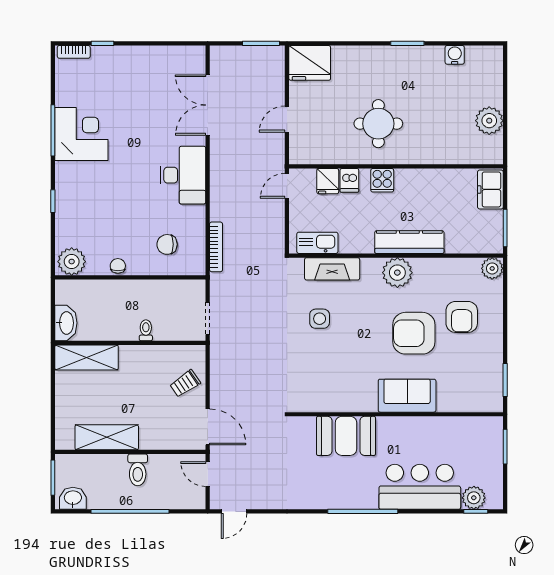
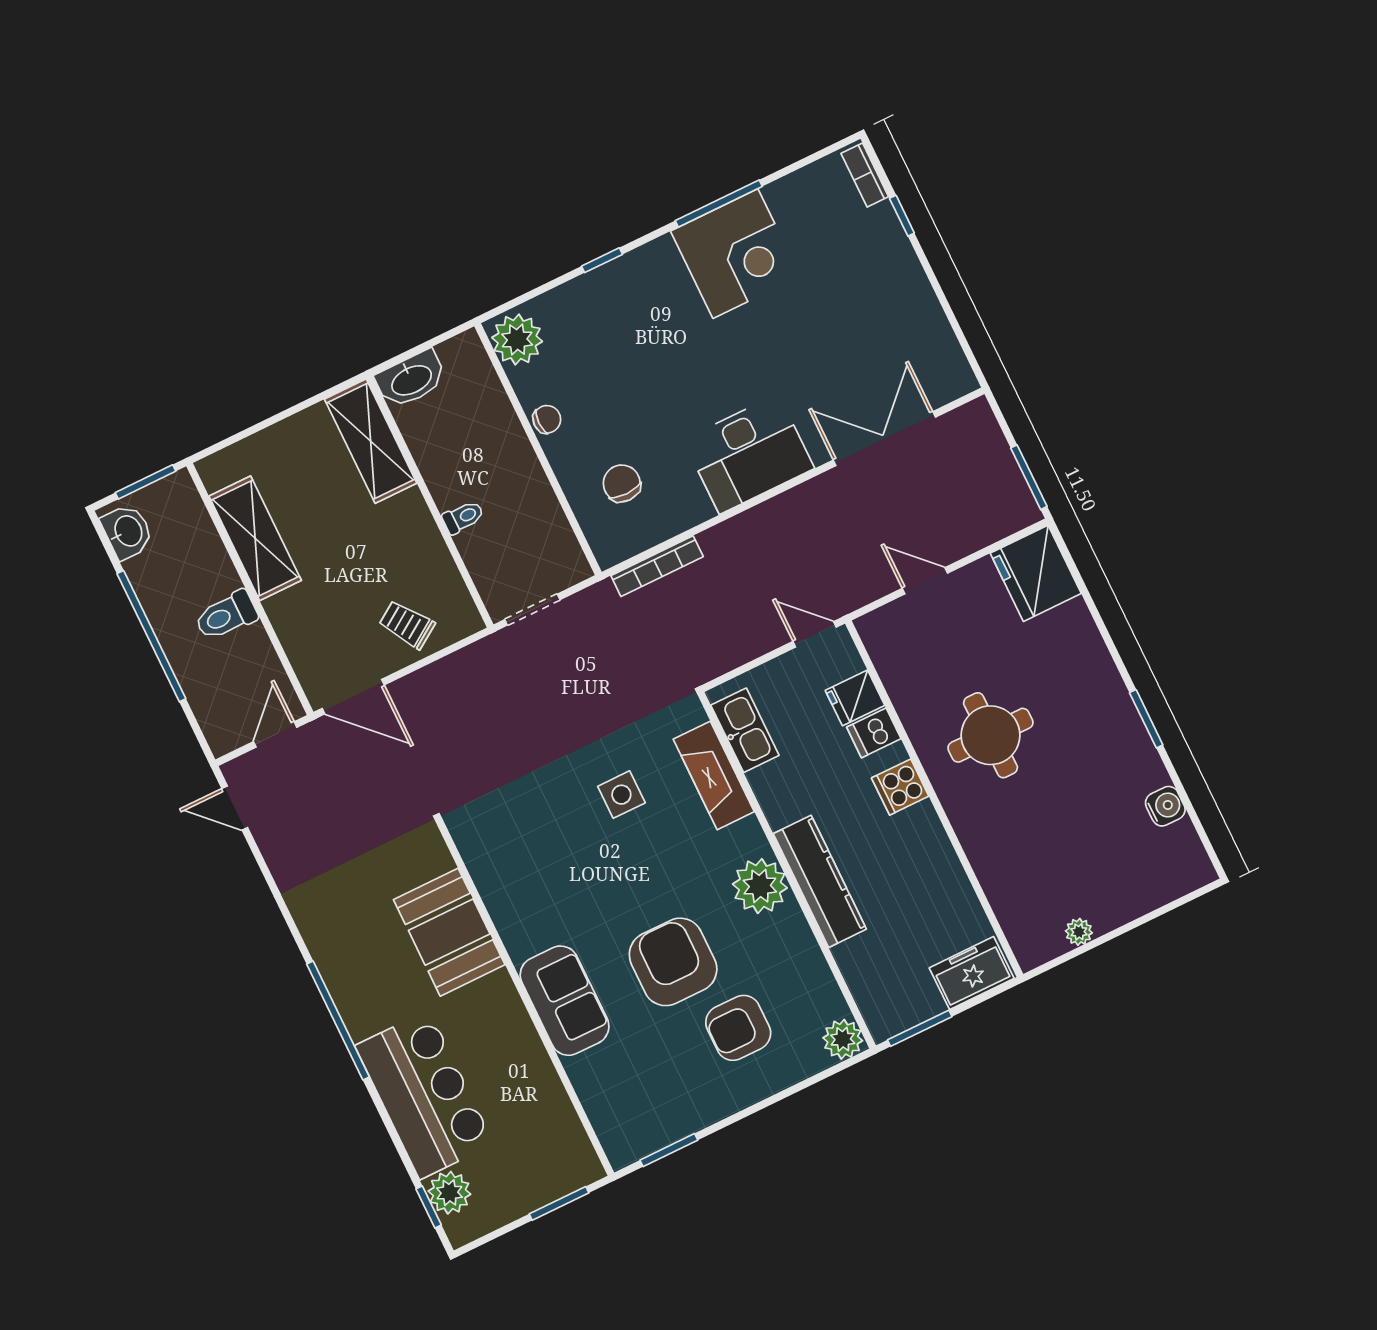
plant: (489, 121) -> (1079, 932), width x0.53, depth x0.53
door: (208, 427) -> (353, 697), hinge flipped

